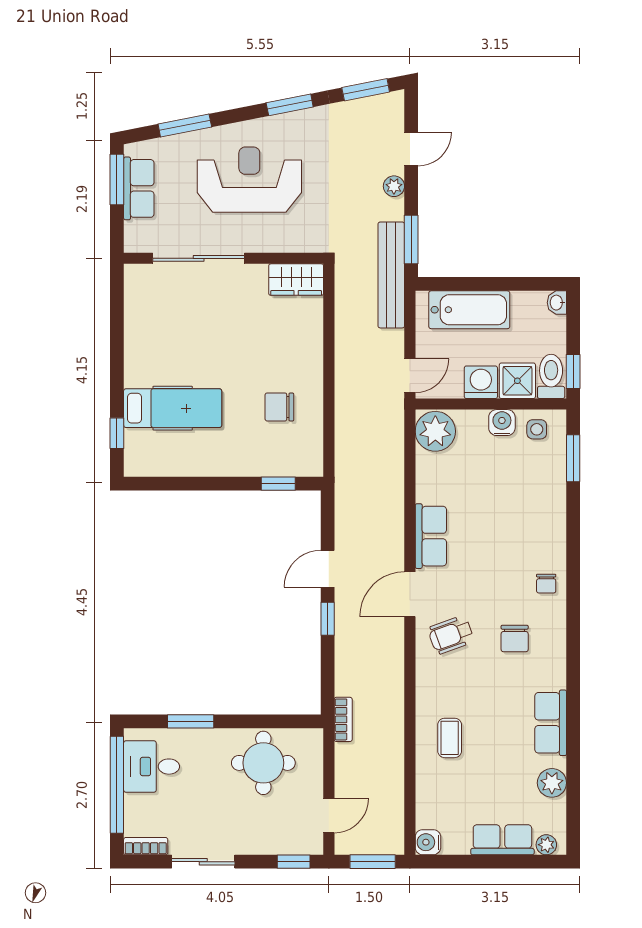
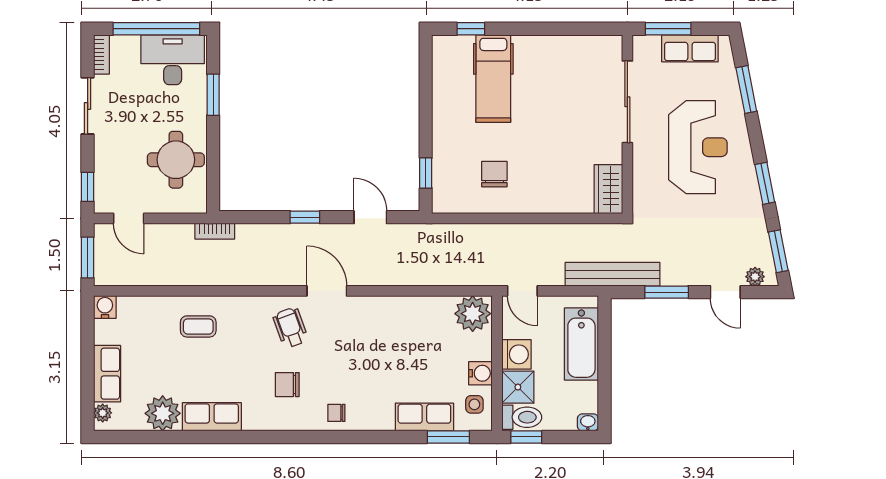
window: (117, 179) -> (668, 29), moved
plant: (394, 186) -> (755, 277), moved
window: (411, 240) -> (667, 292), moved
row of seats: (431, 536) -> (424, 417), moved, turned 180
door: (328, 569) -> (370, 217), moved
desk: (152, 767) -> (173, 60), width x1.37
plant: (552, 783) -> (163, 413), width x1.36, depth x1.36

